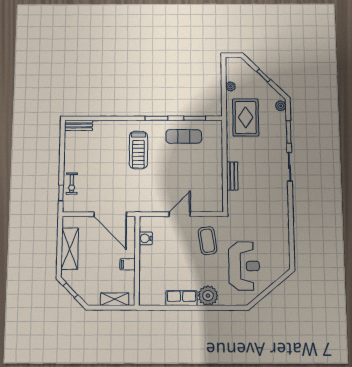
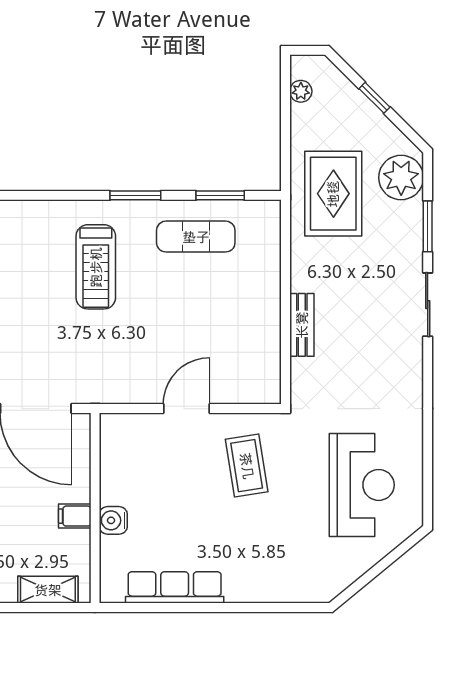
plant: (231, 86) -> (301, 91), moved
plant: (281, 106) -> (401, 178), width x1.88, depth x1.88
water cooler: (146, 238) -> (113, 520), moved
reception desk: (244, 266) -> (362, 485), moved
plant: (208, 296) -> (247, 582), removed
row of seats: (182, 298) -> (175, 587), width x1.48

